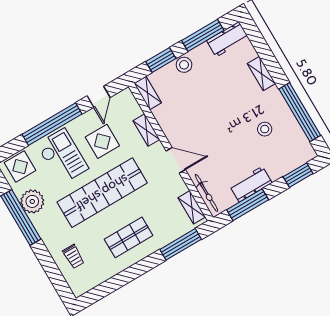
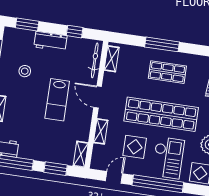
stool: (184, 65) -> (43, 154), removed
lab bench: (212, 127) -> (57, 100), added
checkout: (62, 157) -> (168, 158), turned 180
workbench: (251, 184) -> (50, 41), moved
window: (248, 205) -> (75, 32), width x0.46
window: (181, 244) -> (162, 44), moved

